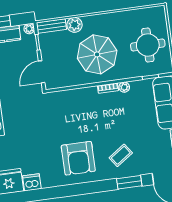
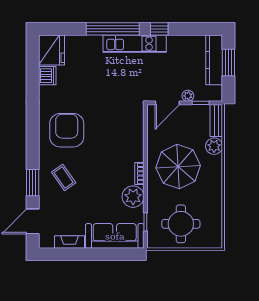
plant: (29, 29) -> (188, 96), moved
door: (42, 72) -> (167, 103), swing flipped
plant: (124, 87) -> (133, 197), width x1.87, depth x1.87
armchair: (78, 158) -> (67, 130), turned 90

